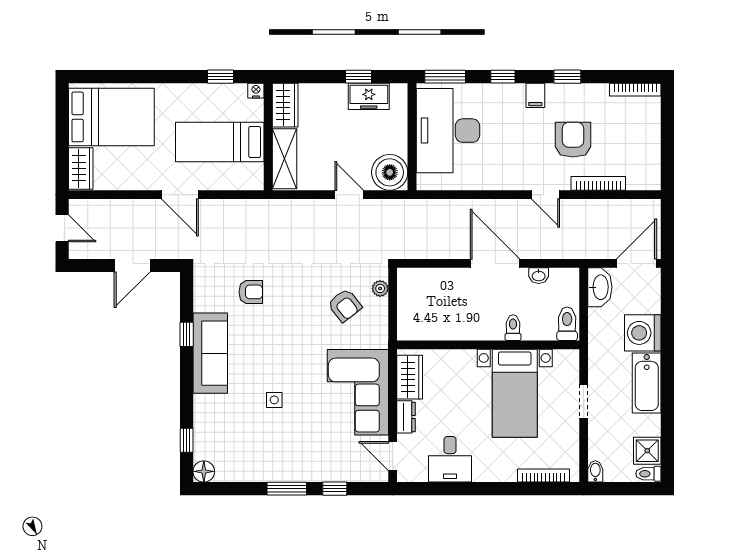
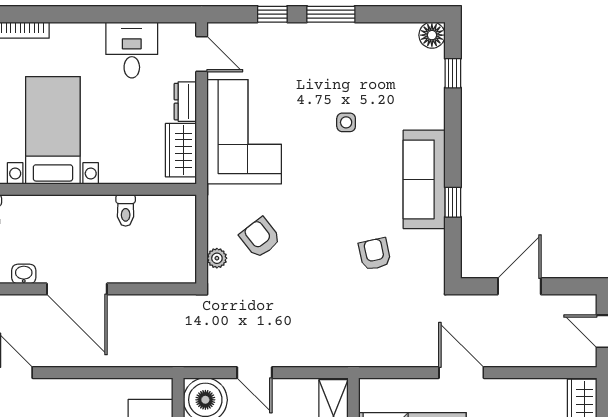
armchair: (251, 292) -> (375, 254), turned 78
toilet: (513, 328) -> (126, 210), moved

